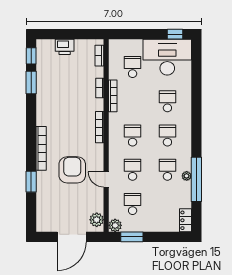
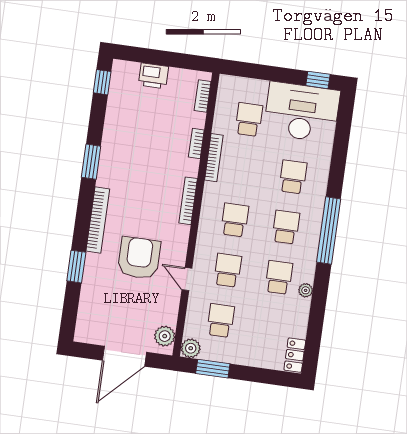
window: (31, 82) -> (91, 162), moved
window: (196, 179) -> (329, 230), moved

